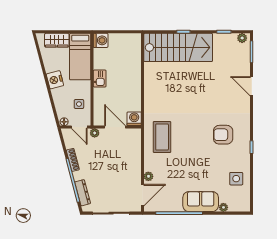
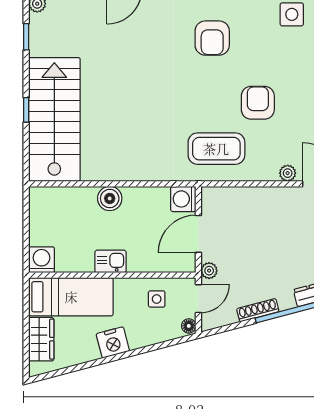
boiler: (134, 78) -> (110, 198), added
armchair: (187, 160) -> (258, 103), added

